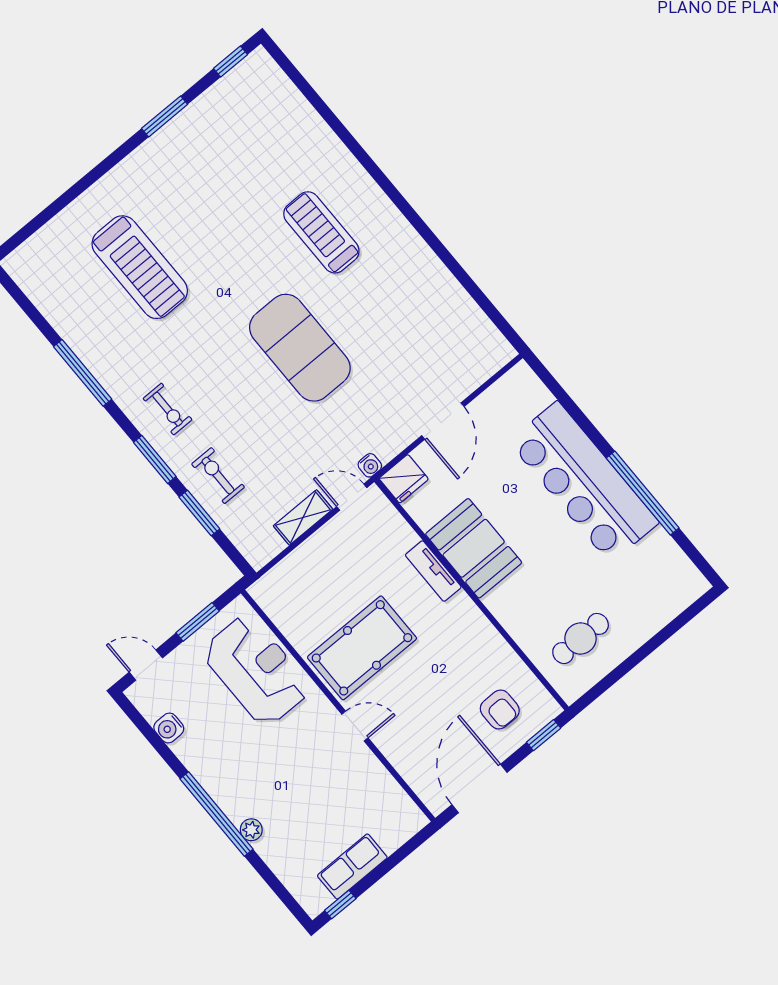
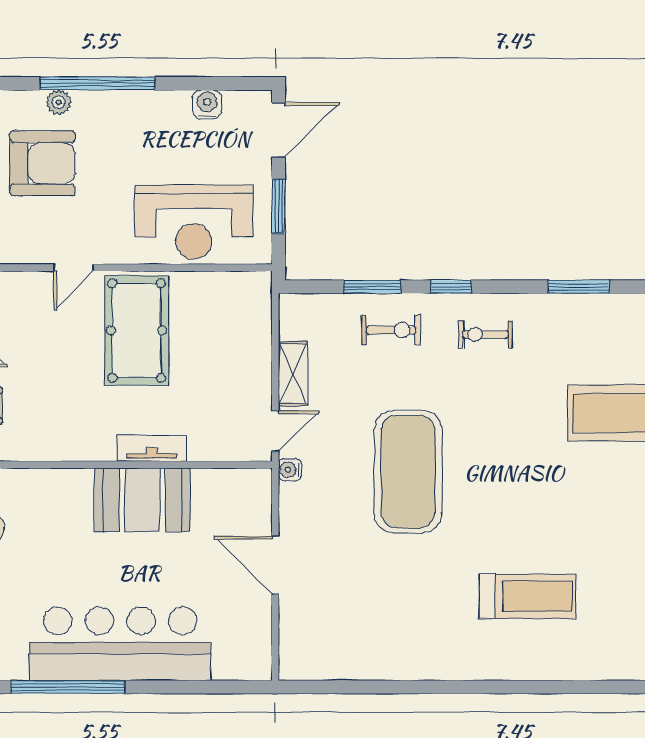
exercise mat: (300, 348) -> (408, 472), moved, turned 90
window: (83, 373) -> (578, 287), width x0.69
window: (155, 459) -> (451, 287), width x0.67
fridge: (404, 479) -> (254, 489), removed
door: (146, 665) -> (278, 130), width x1.38
armchair: (302, 806) -> (42, 163), added

